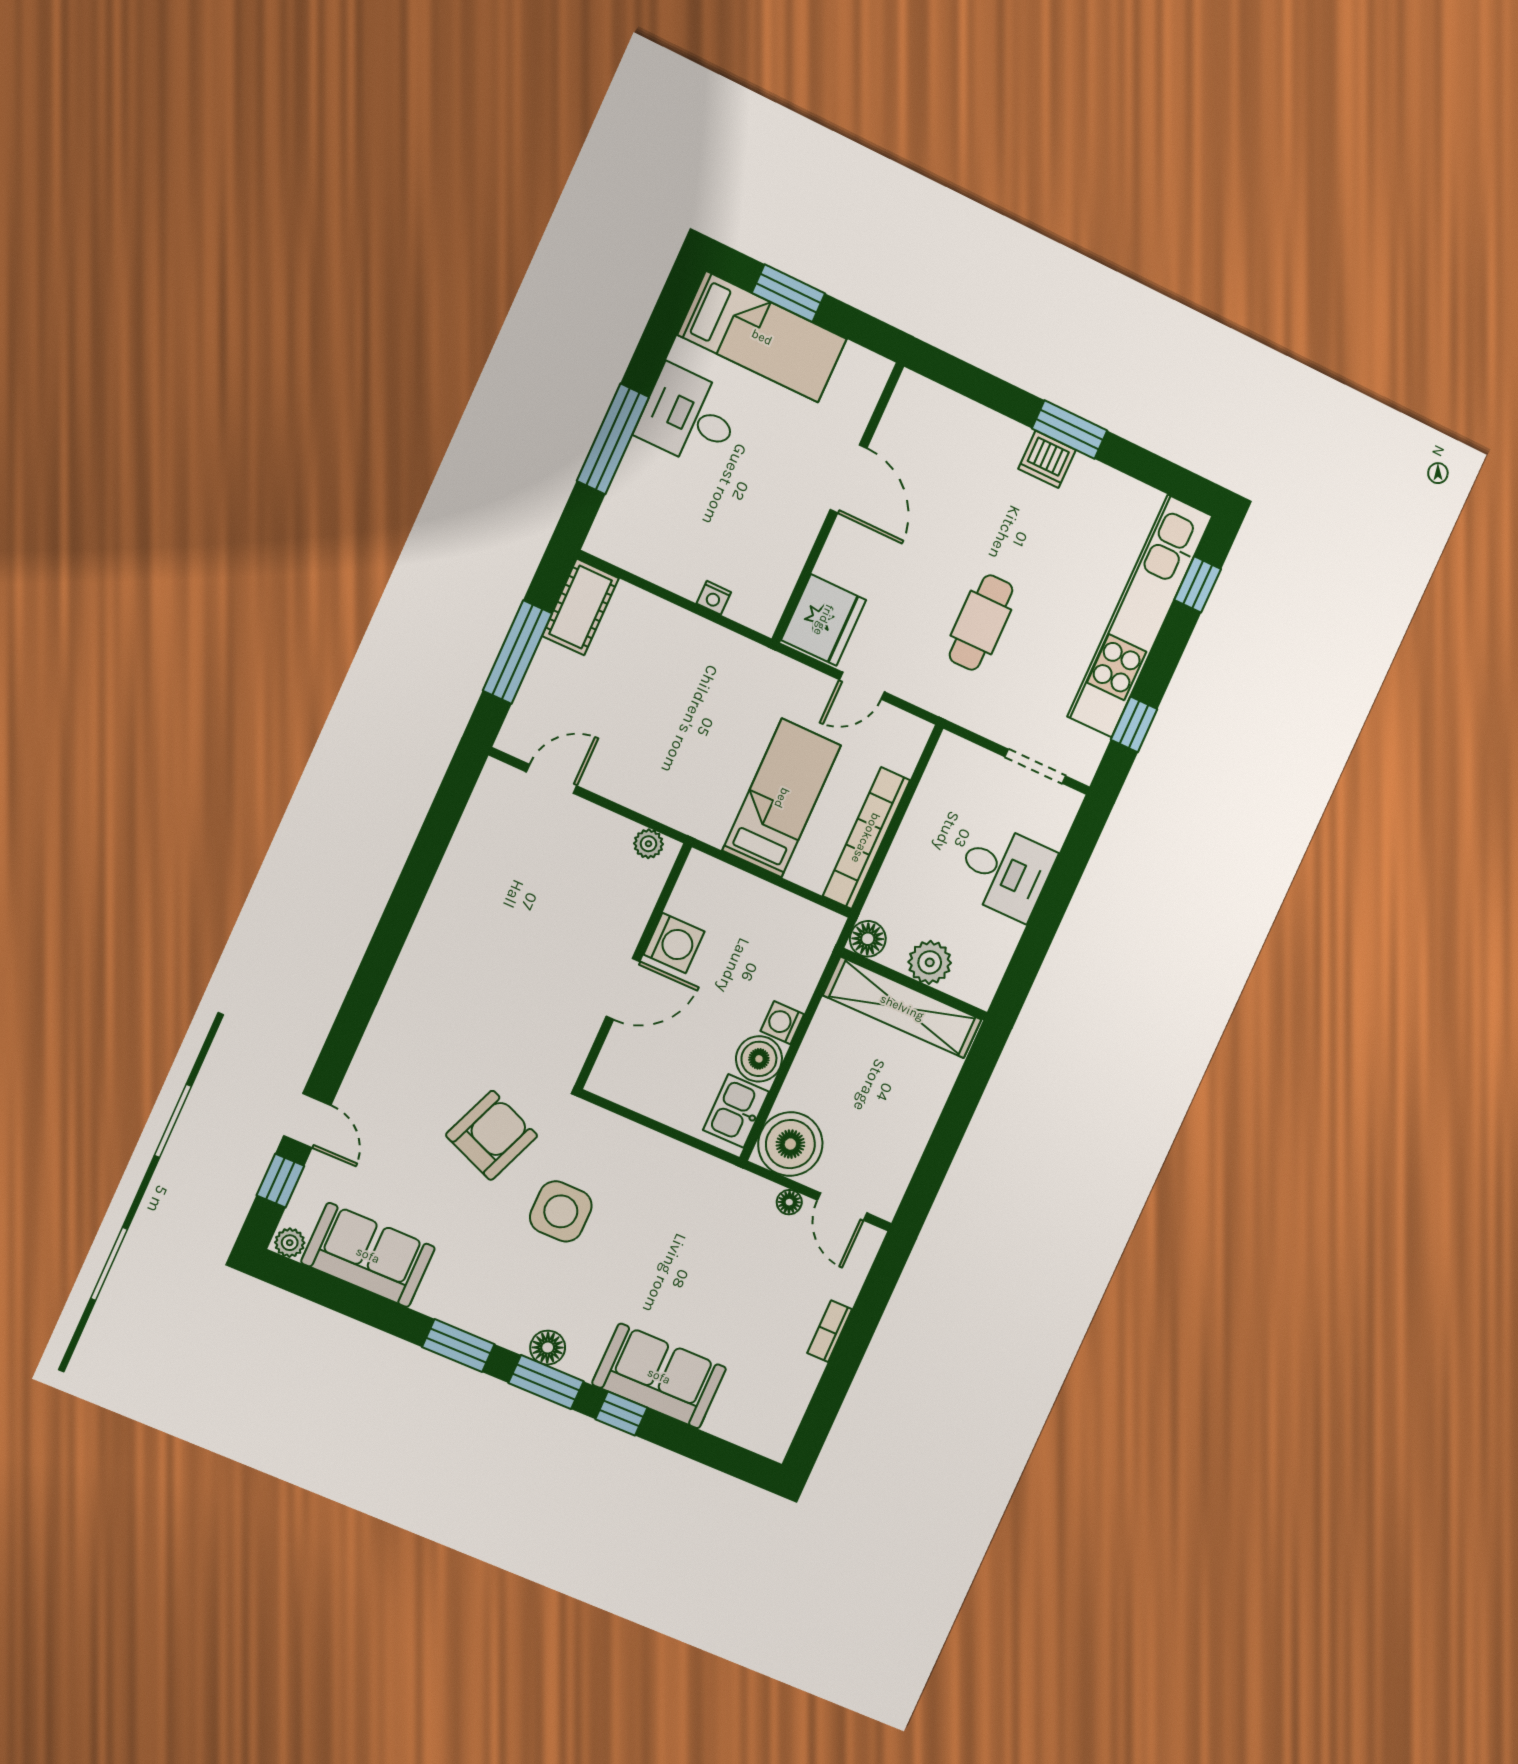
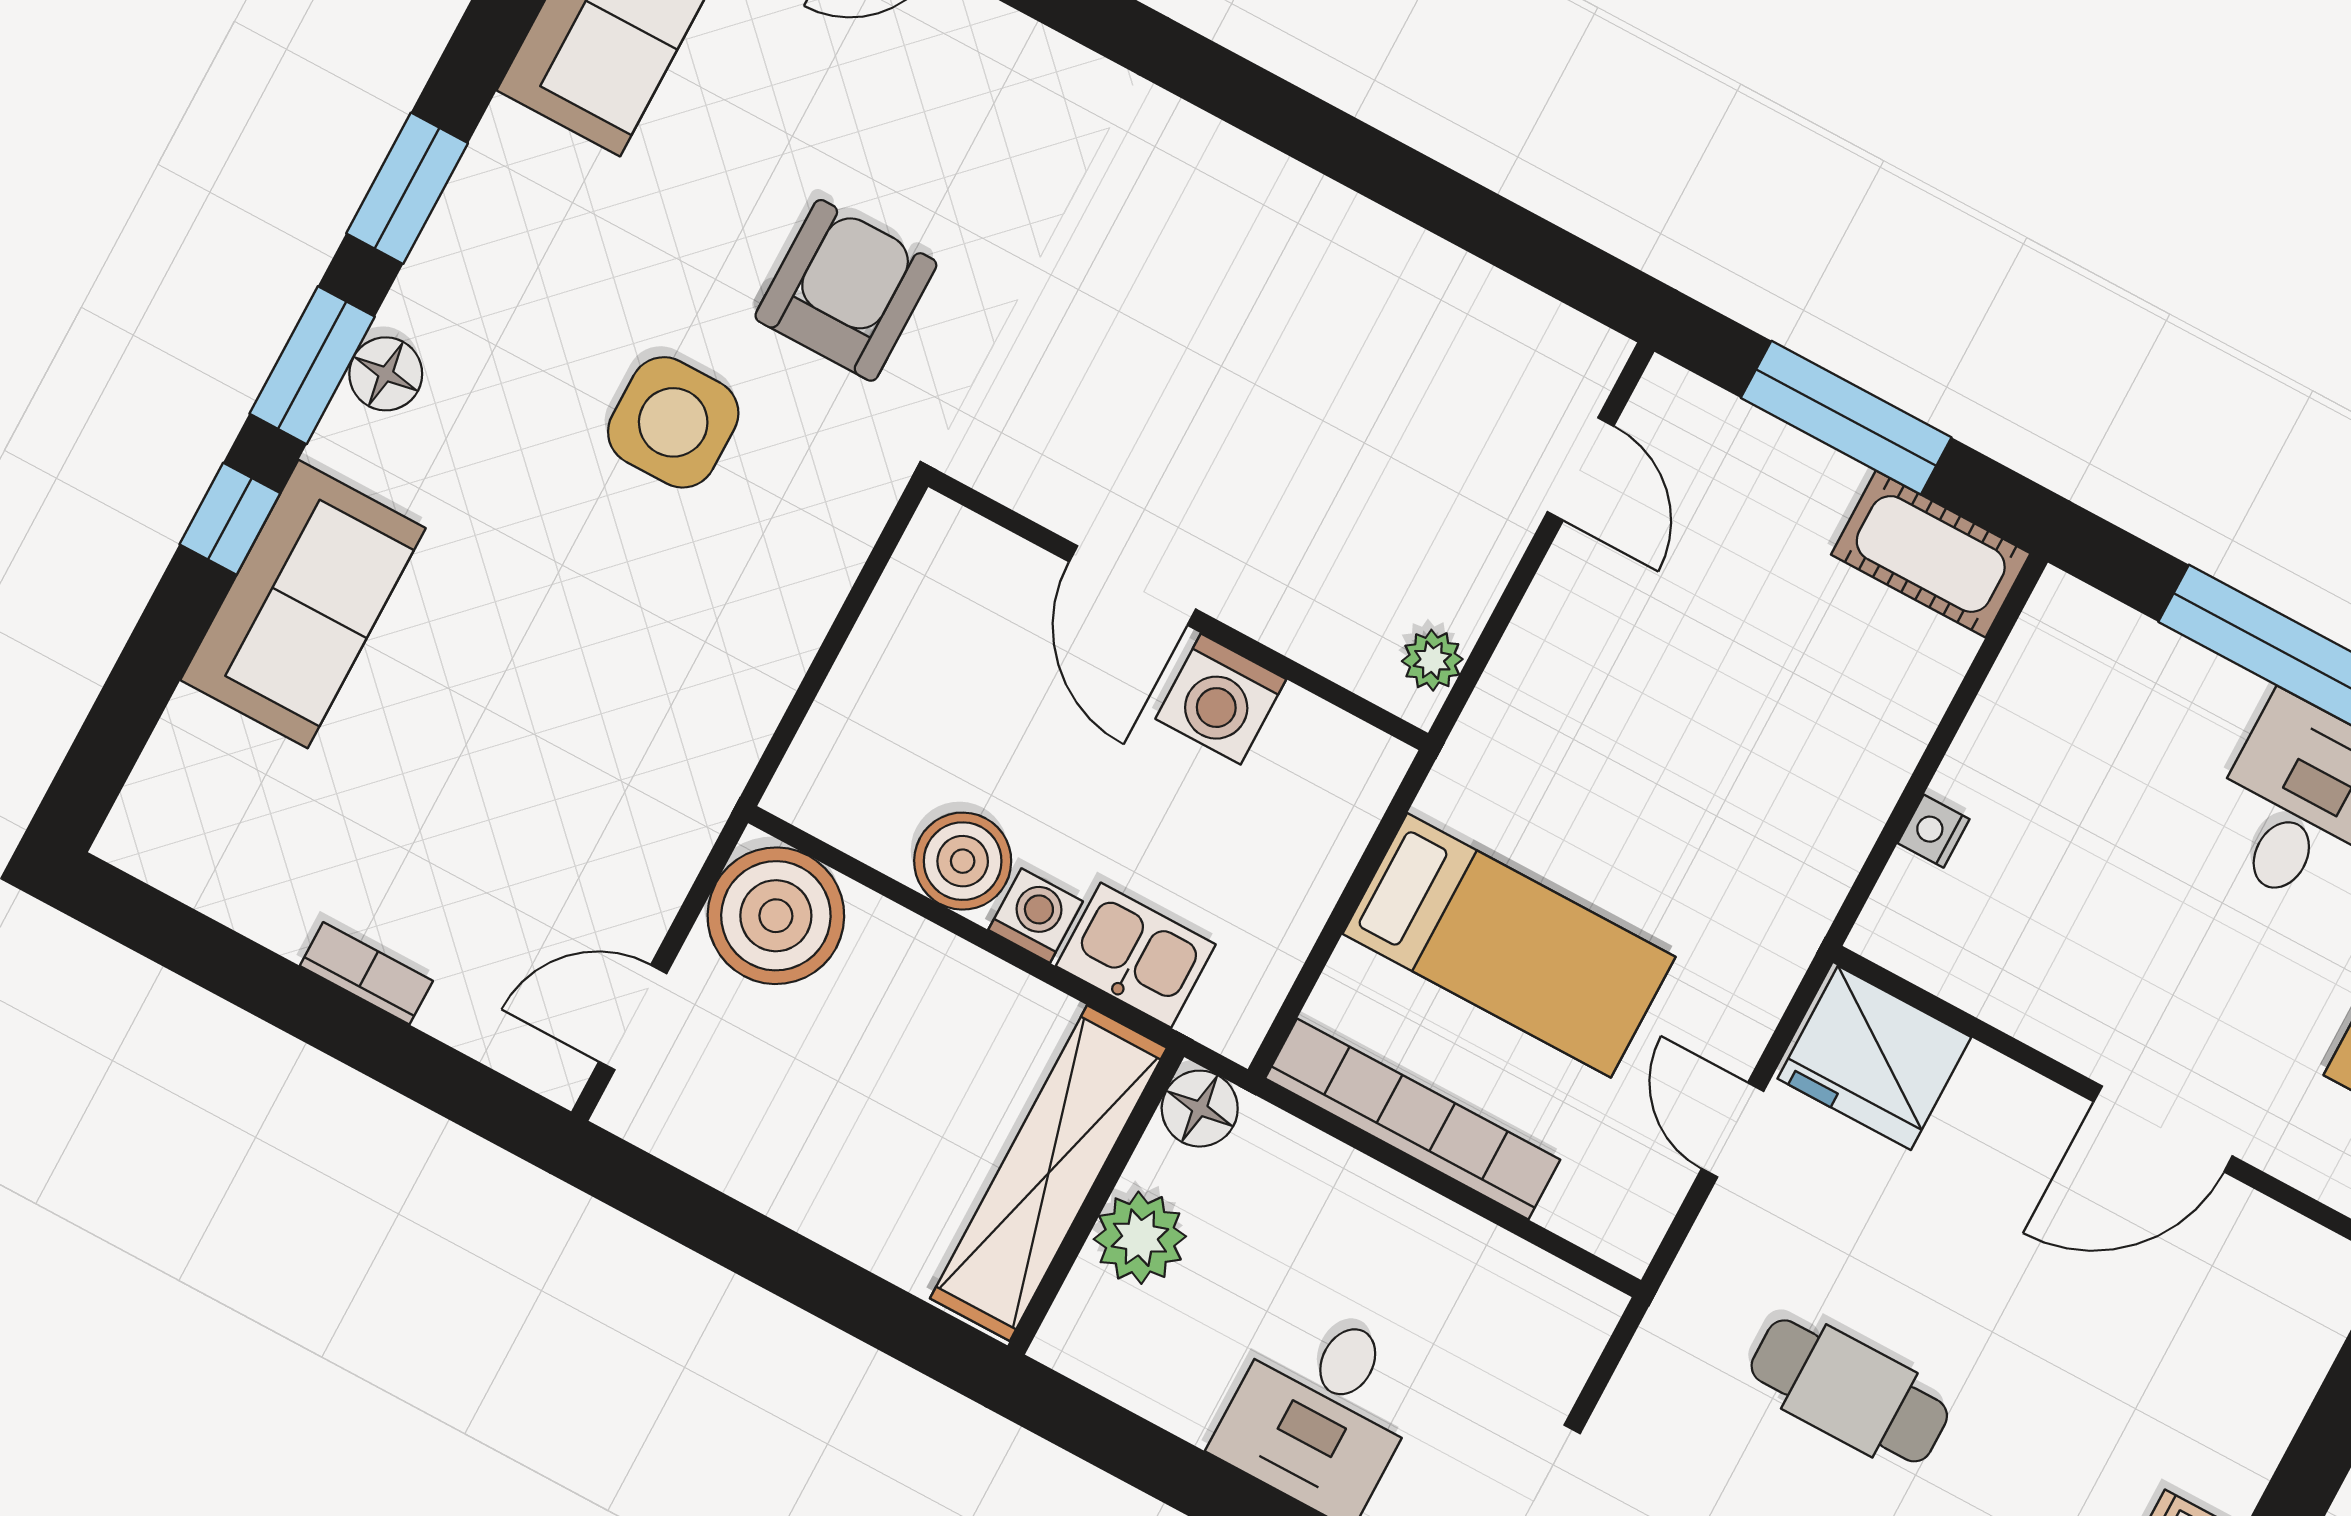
kitchen sink: (736, 1111) -> (1136, 955), moved
armchair: (492, 1135) -> (846, 290), turned -112
floor lamp: (789, 1202) -> (652, 905), removed

